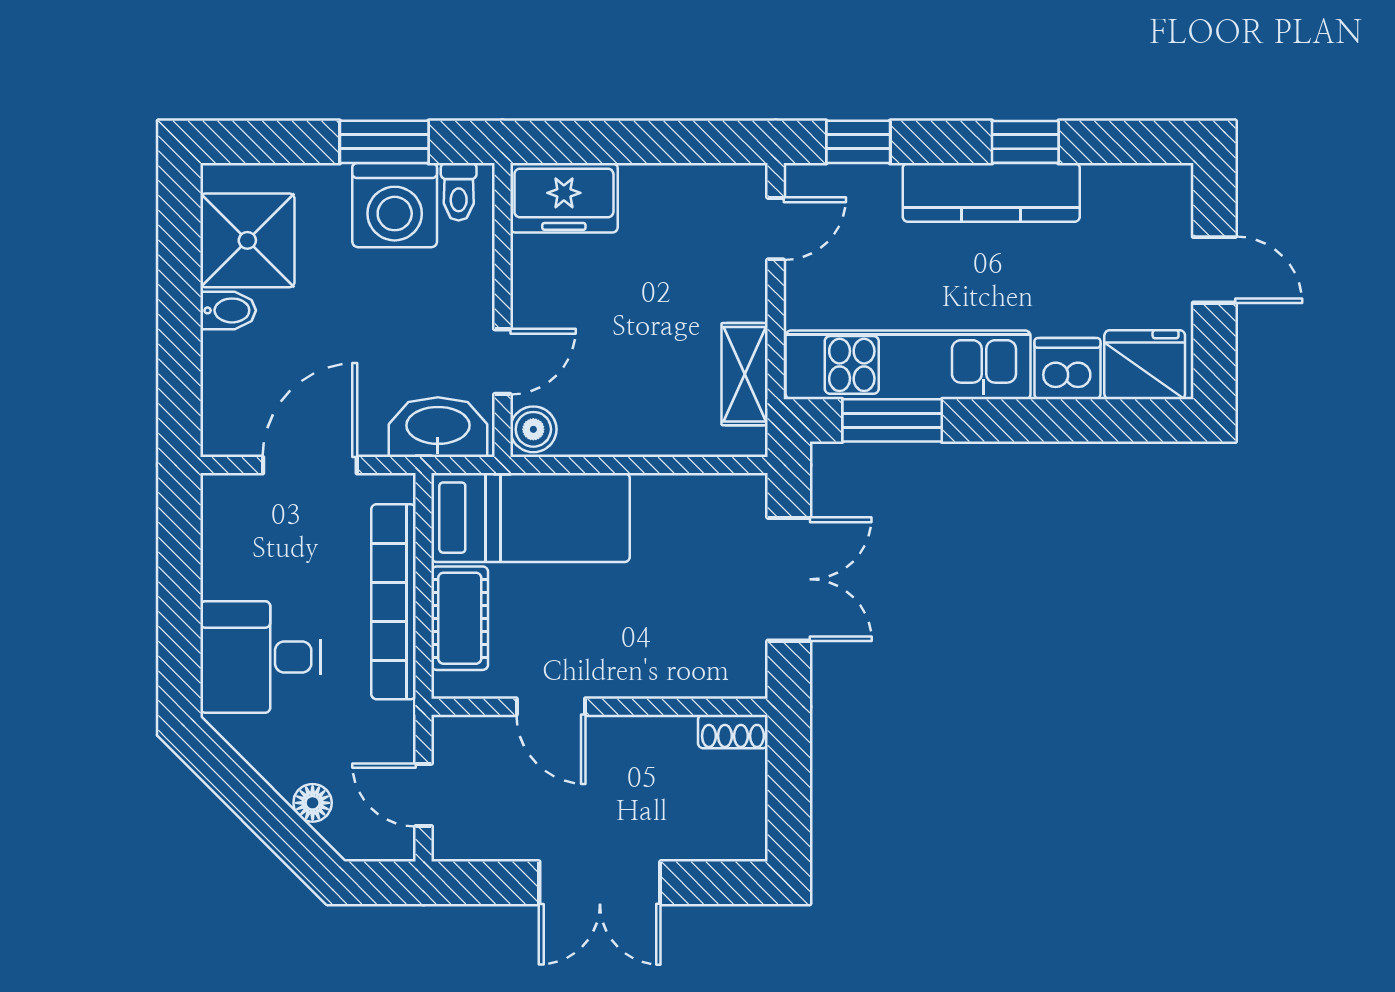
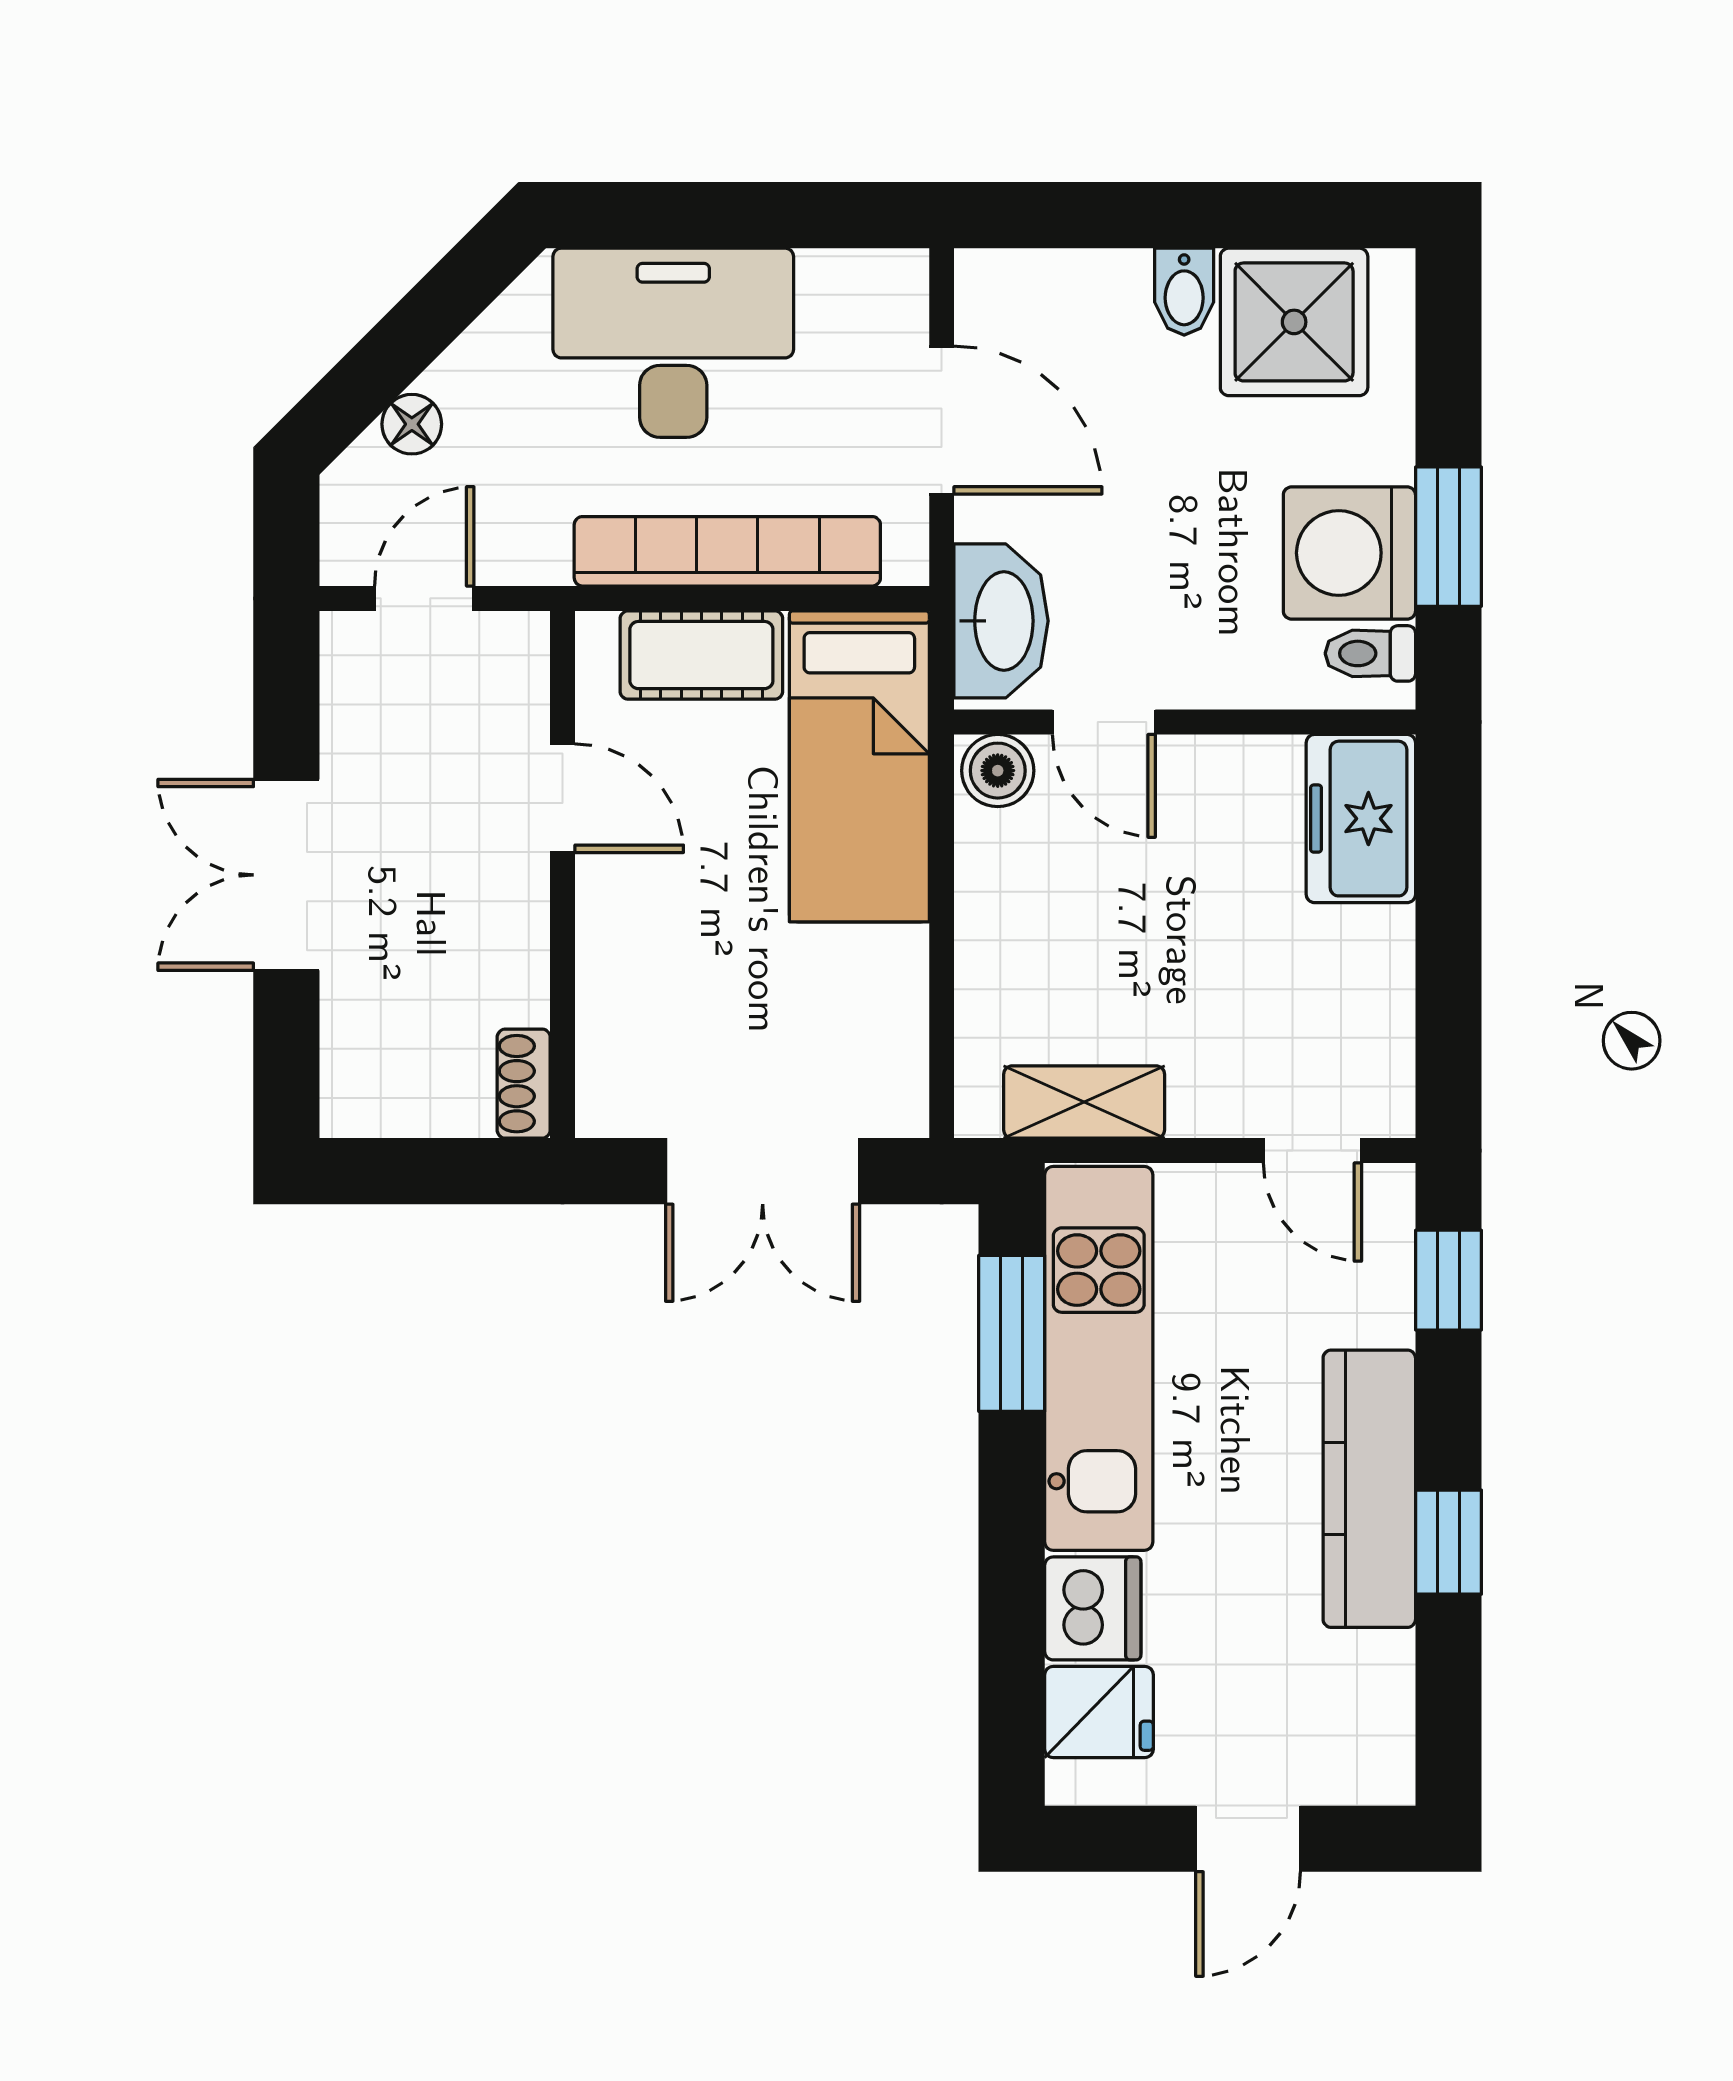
fridge: (1145, 365) -> (1099, 1712), width x0.72
desk: (261, 657) -> (673, 343), width x1.37
door: (551, 707) -> (563, 798), swing flipped

